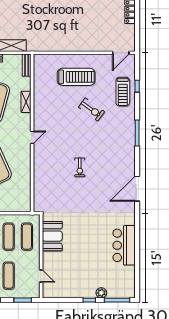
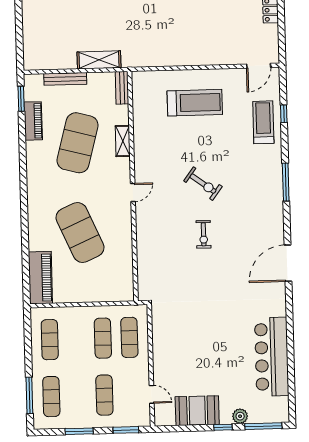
treadmill: (123, 92) -> (263, 122), turned 180
exercise bike: (91, 109) -> (203, 184), moved
booth: (52, 236) -> (197, 411), moved, turned 90
bar counter: (124, 245) -> (272, 357), width x1.36

